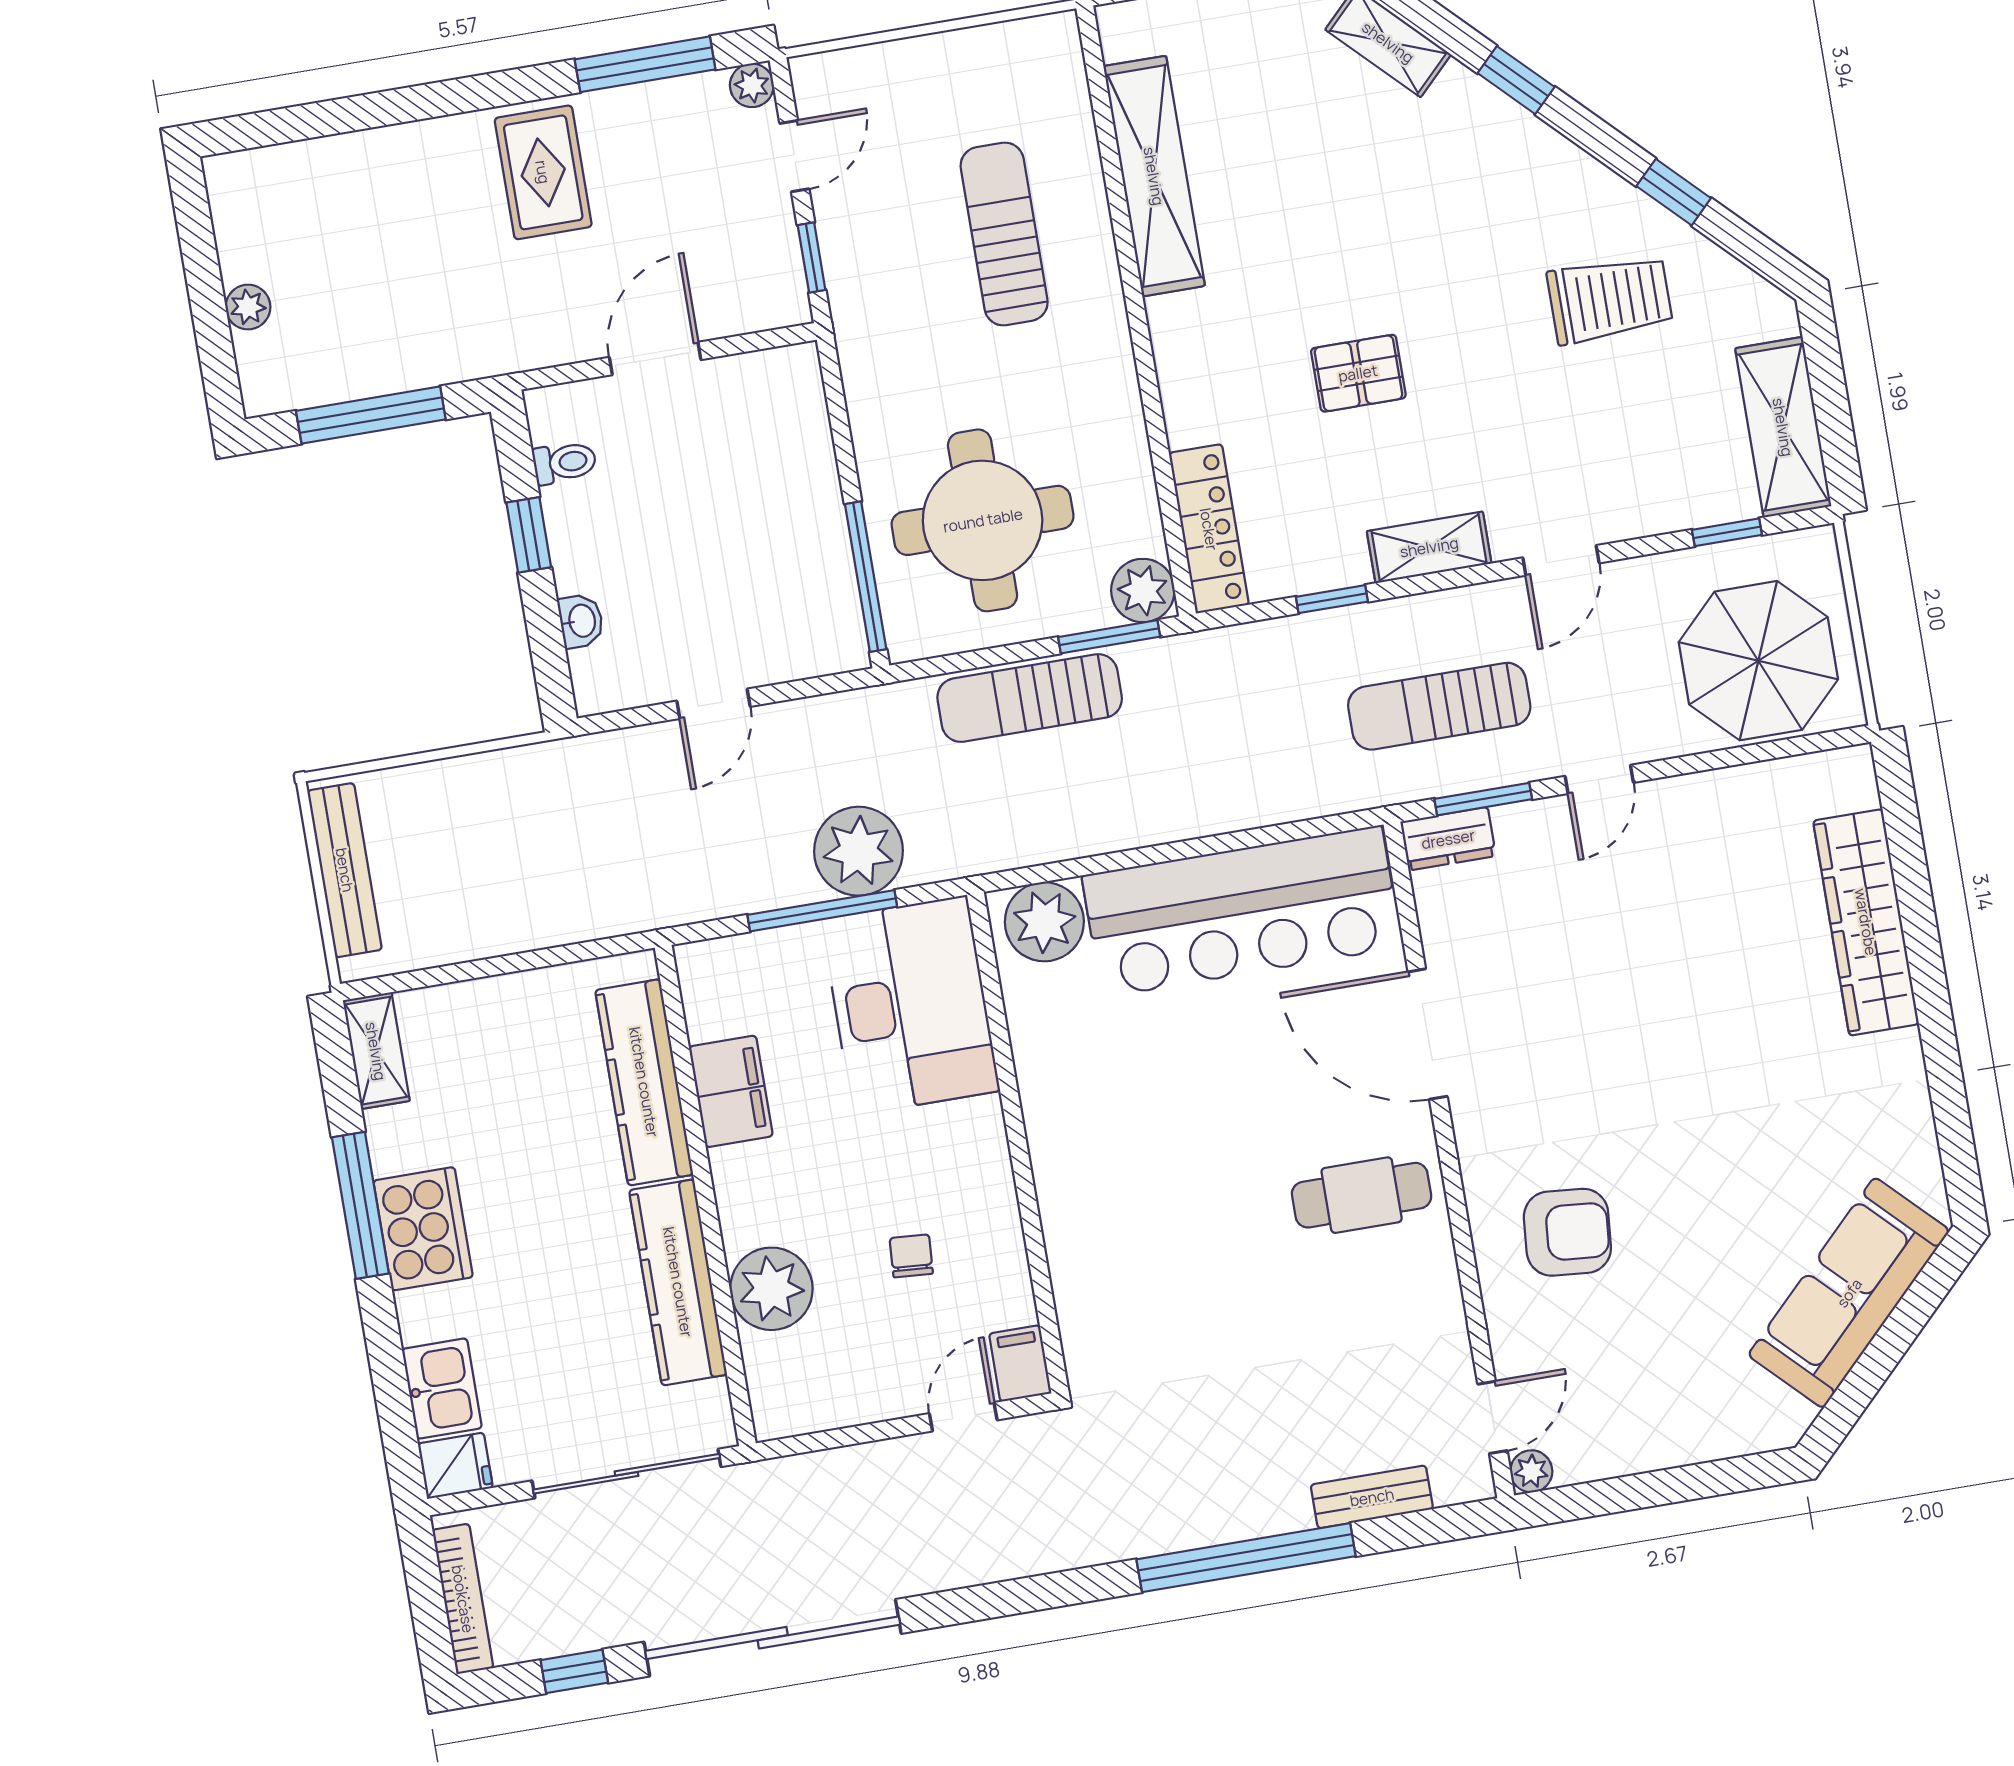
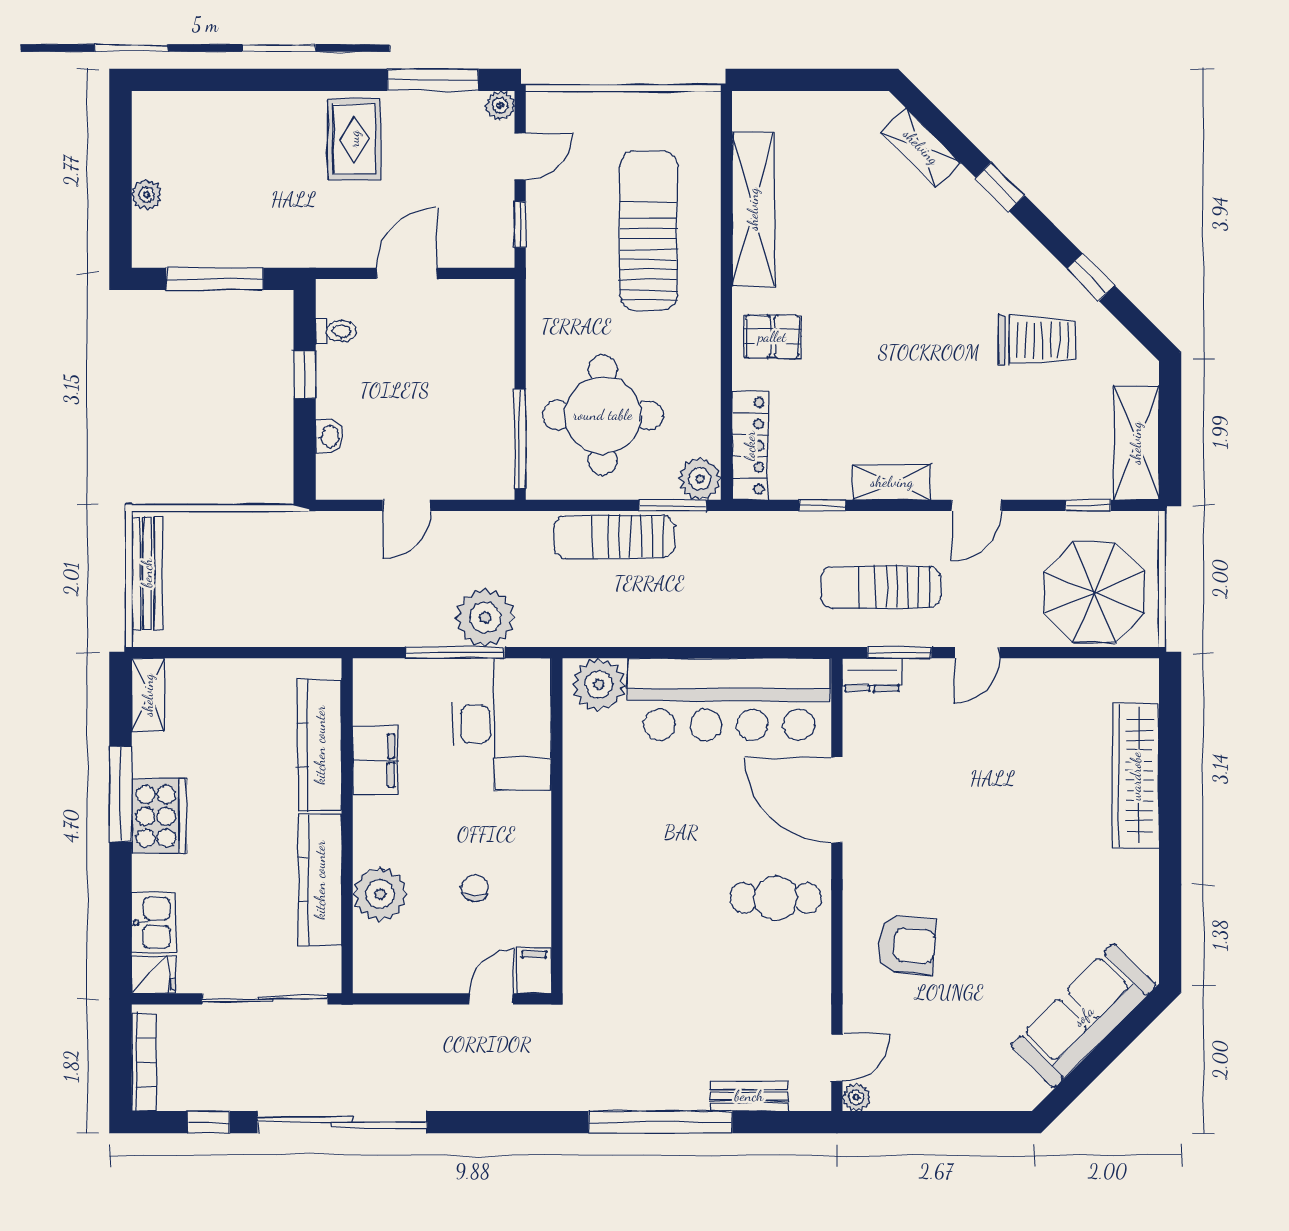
sun lounger: (1004, 234) -> (649, 230), width x1.36, depth x1.34
pallet: (1358, 373) -> (772, 337), moved

